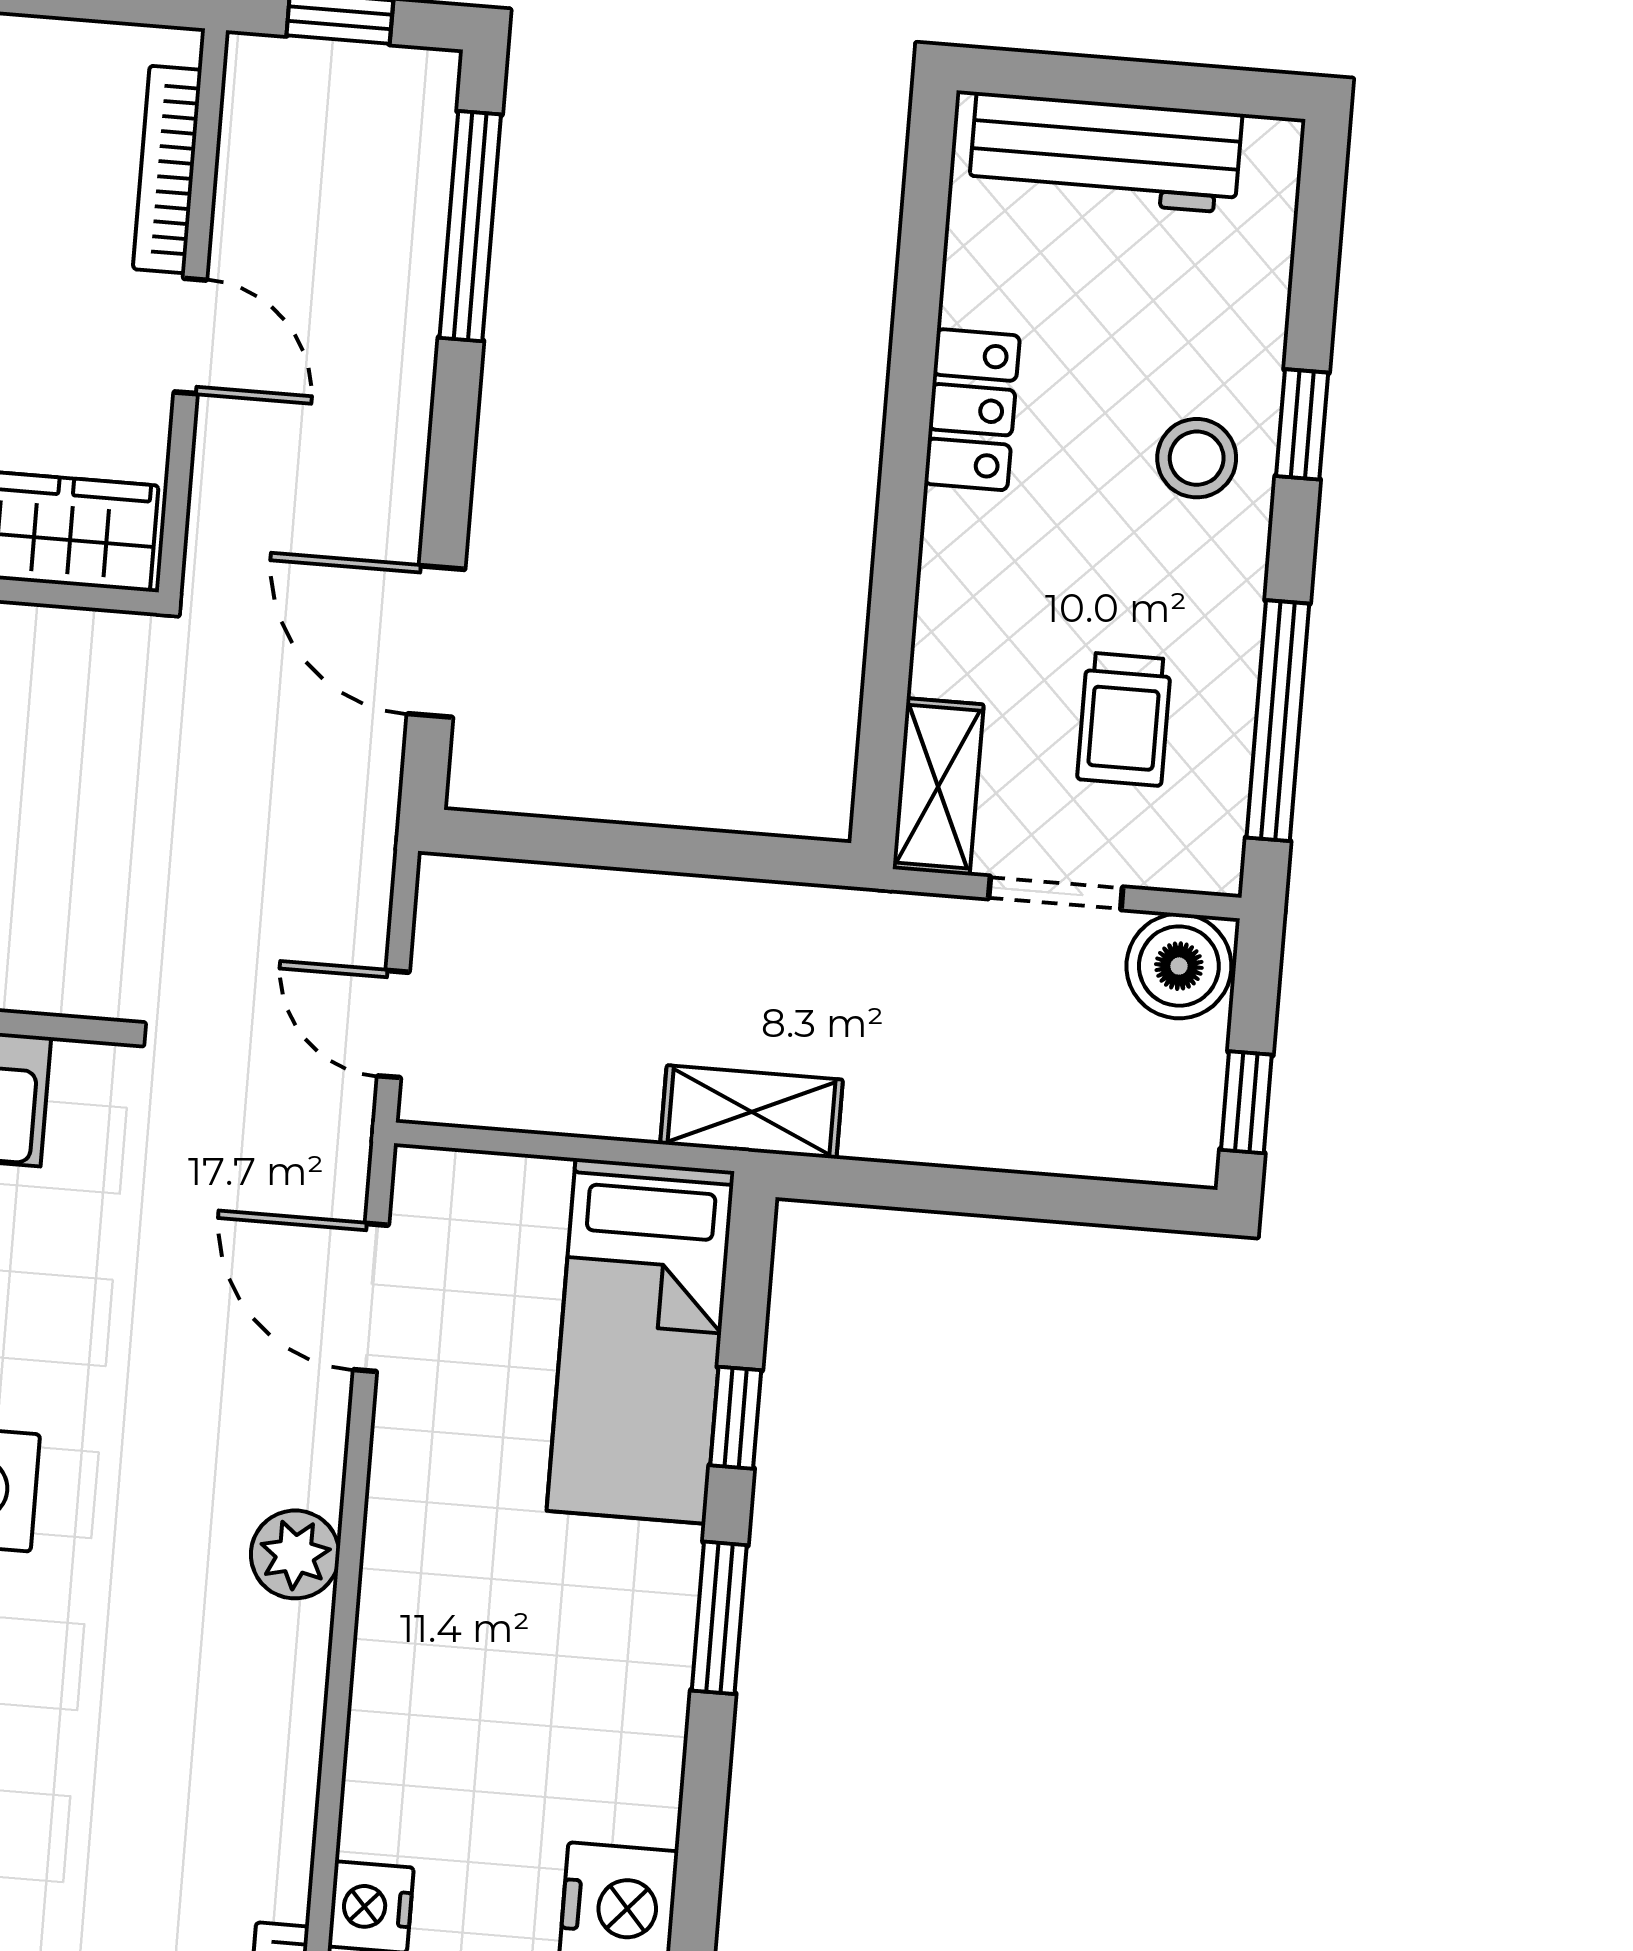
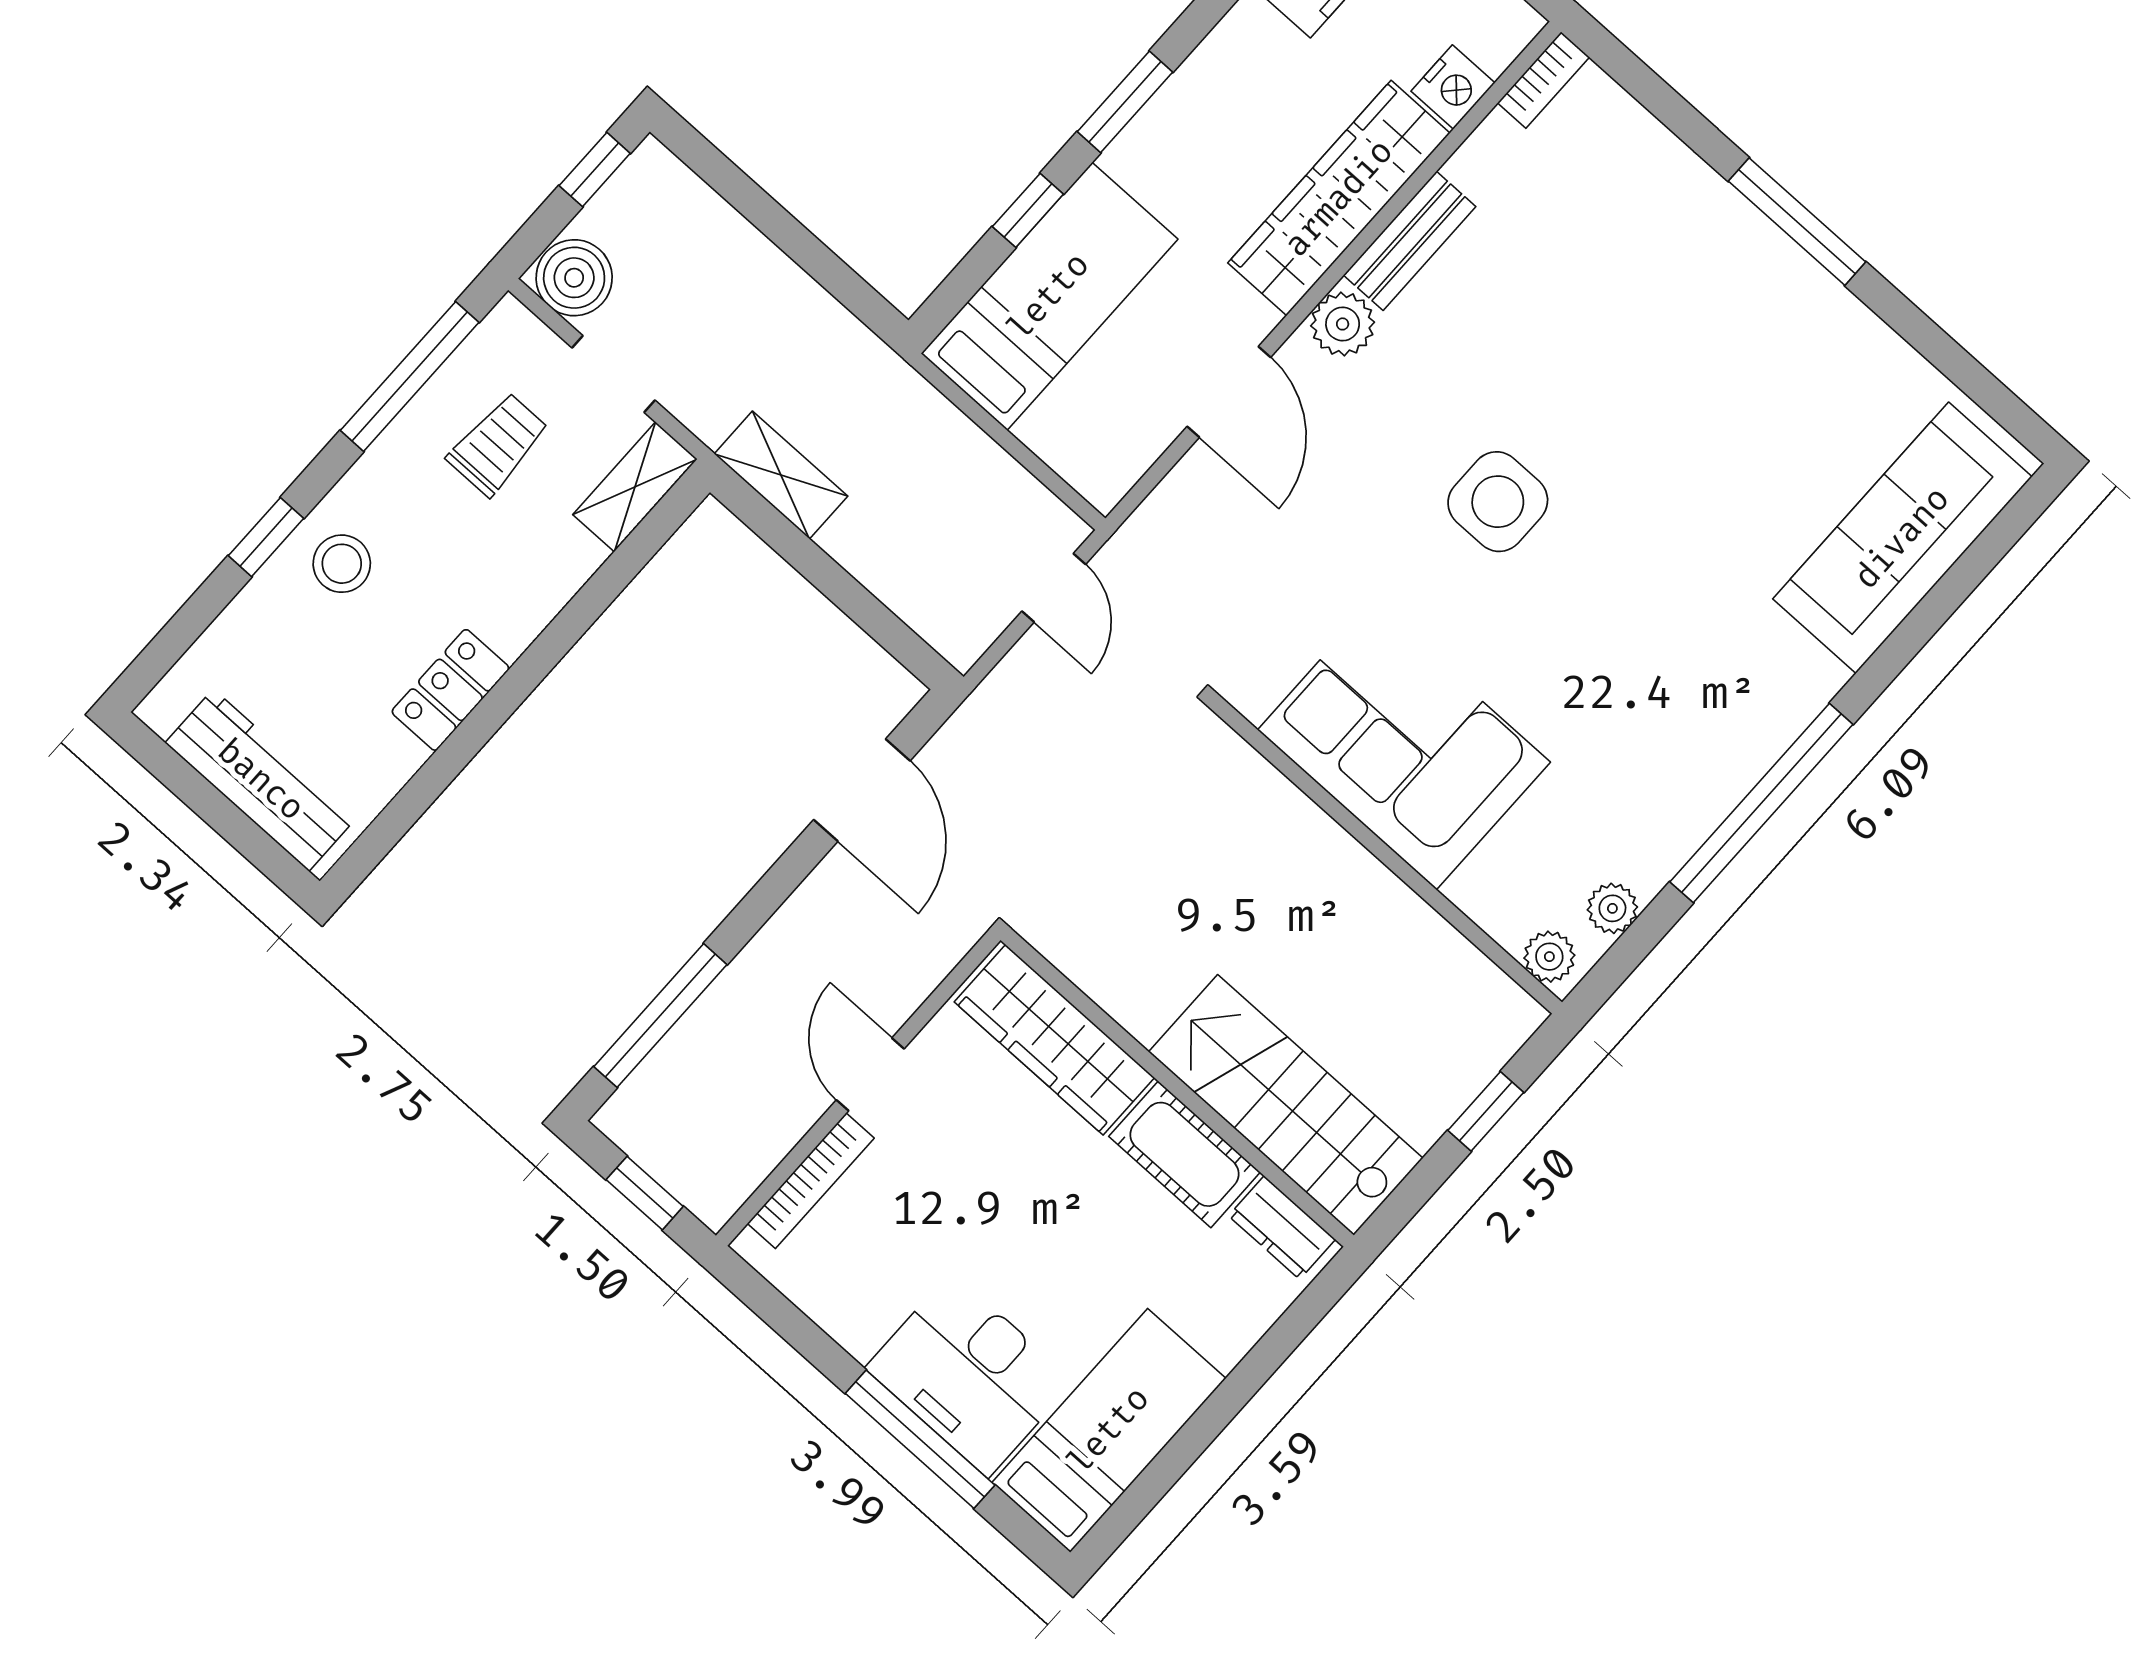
shelving: (752, 1112) -> (781, 475), moved
door: (371, 1297) -> (1229, 392), moved
wardrobe: (404, 1690) -> (1339, 198), added
bench: (290, 1702) -> (1410, 241), added

